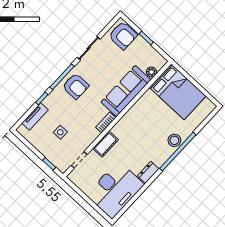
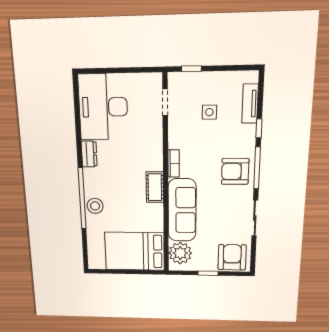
armchair: (123, 35) -> (232, 257), turned 90
plant: (151, 72) -> (180, 253), width x1.88, depth x1.88
cot: (105, 144) -> (155, 187), moved

